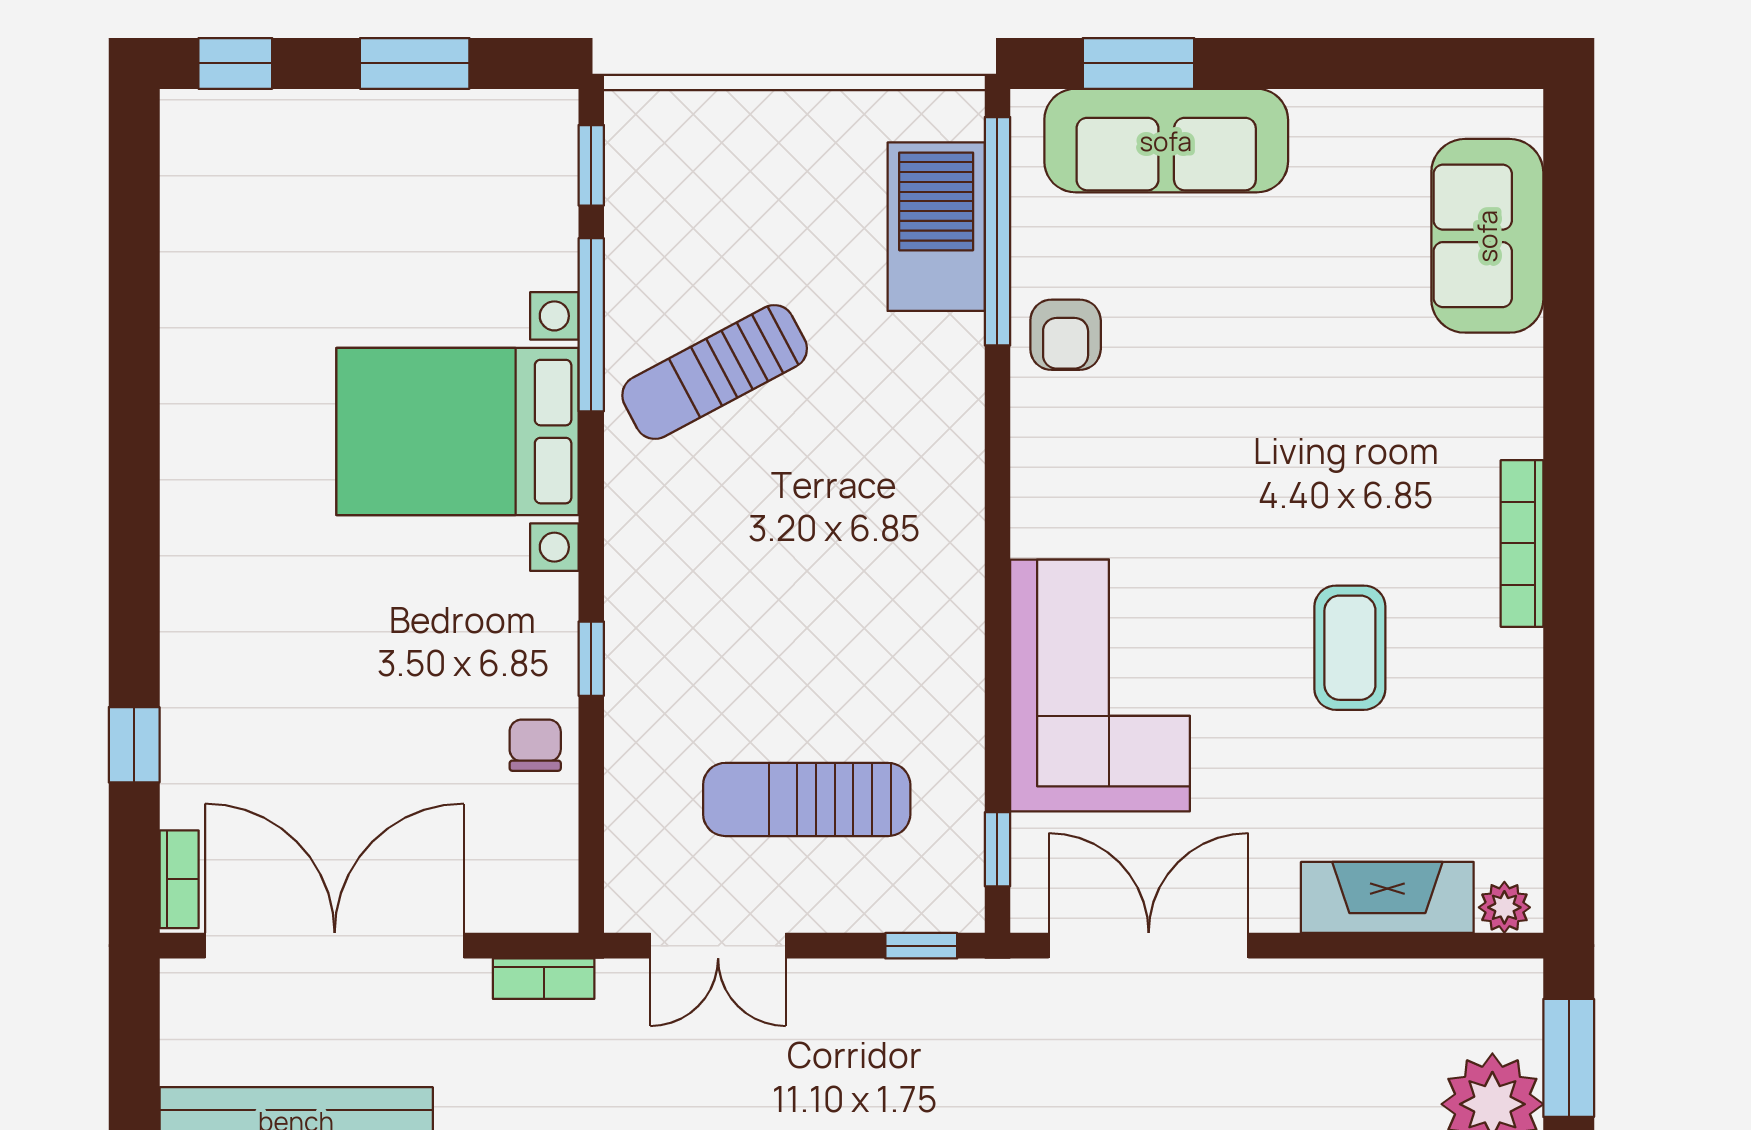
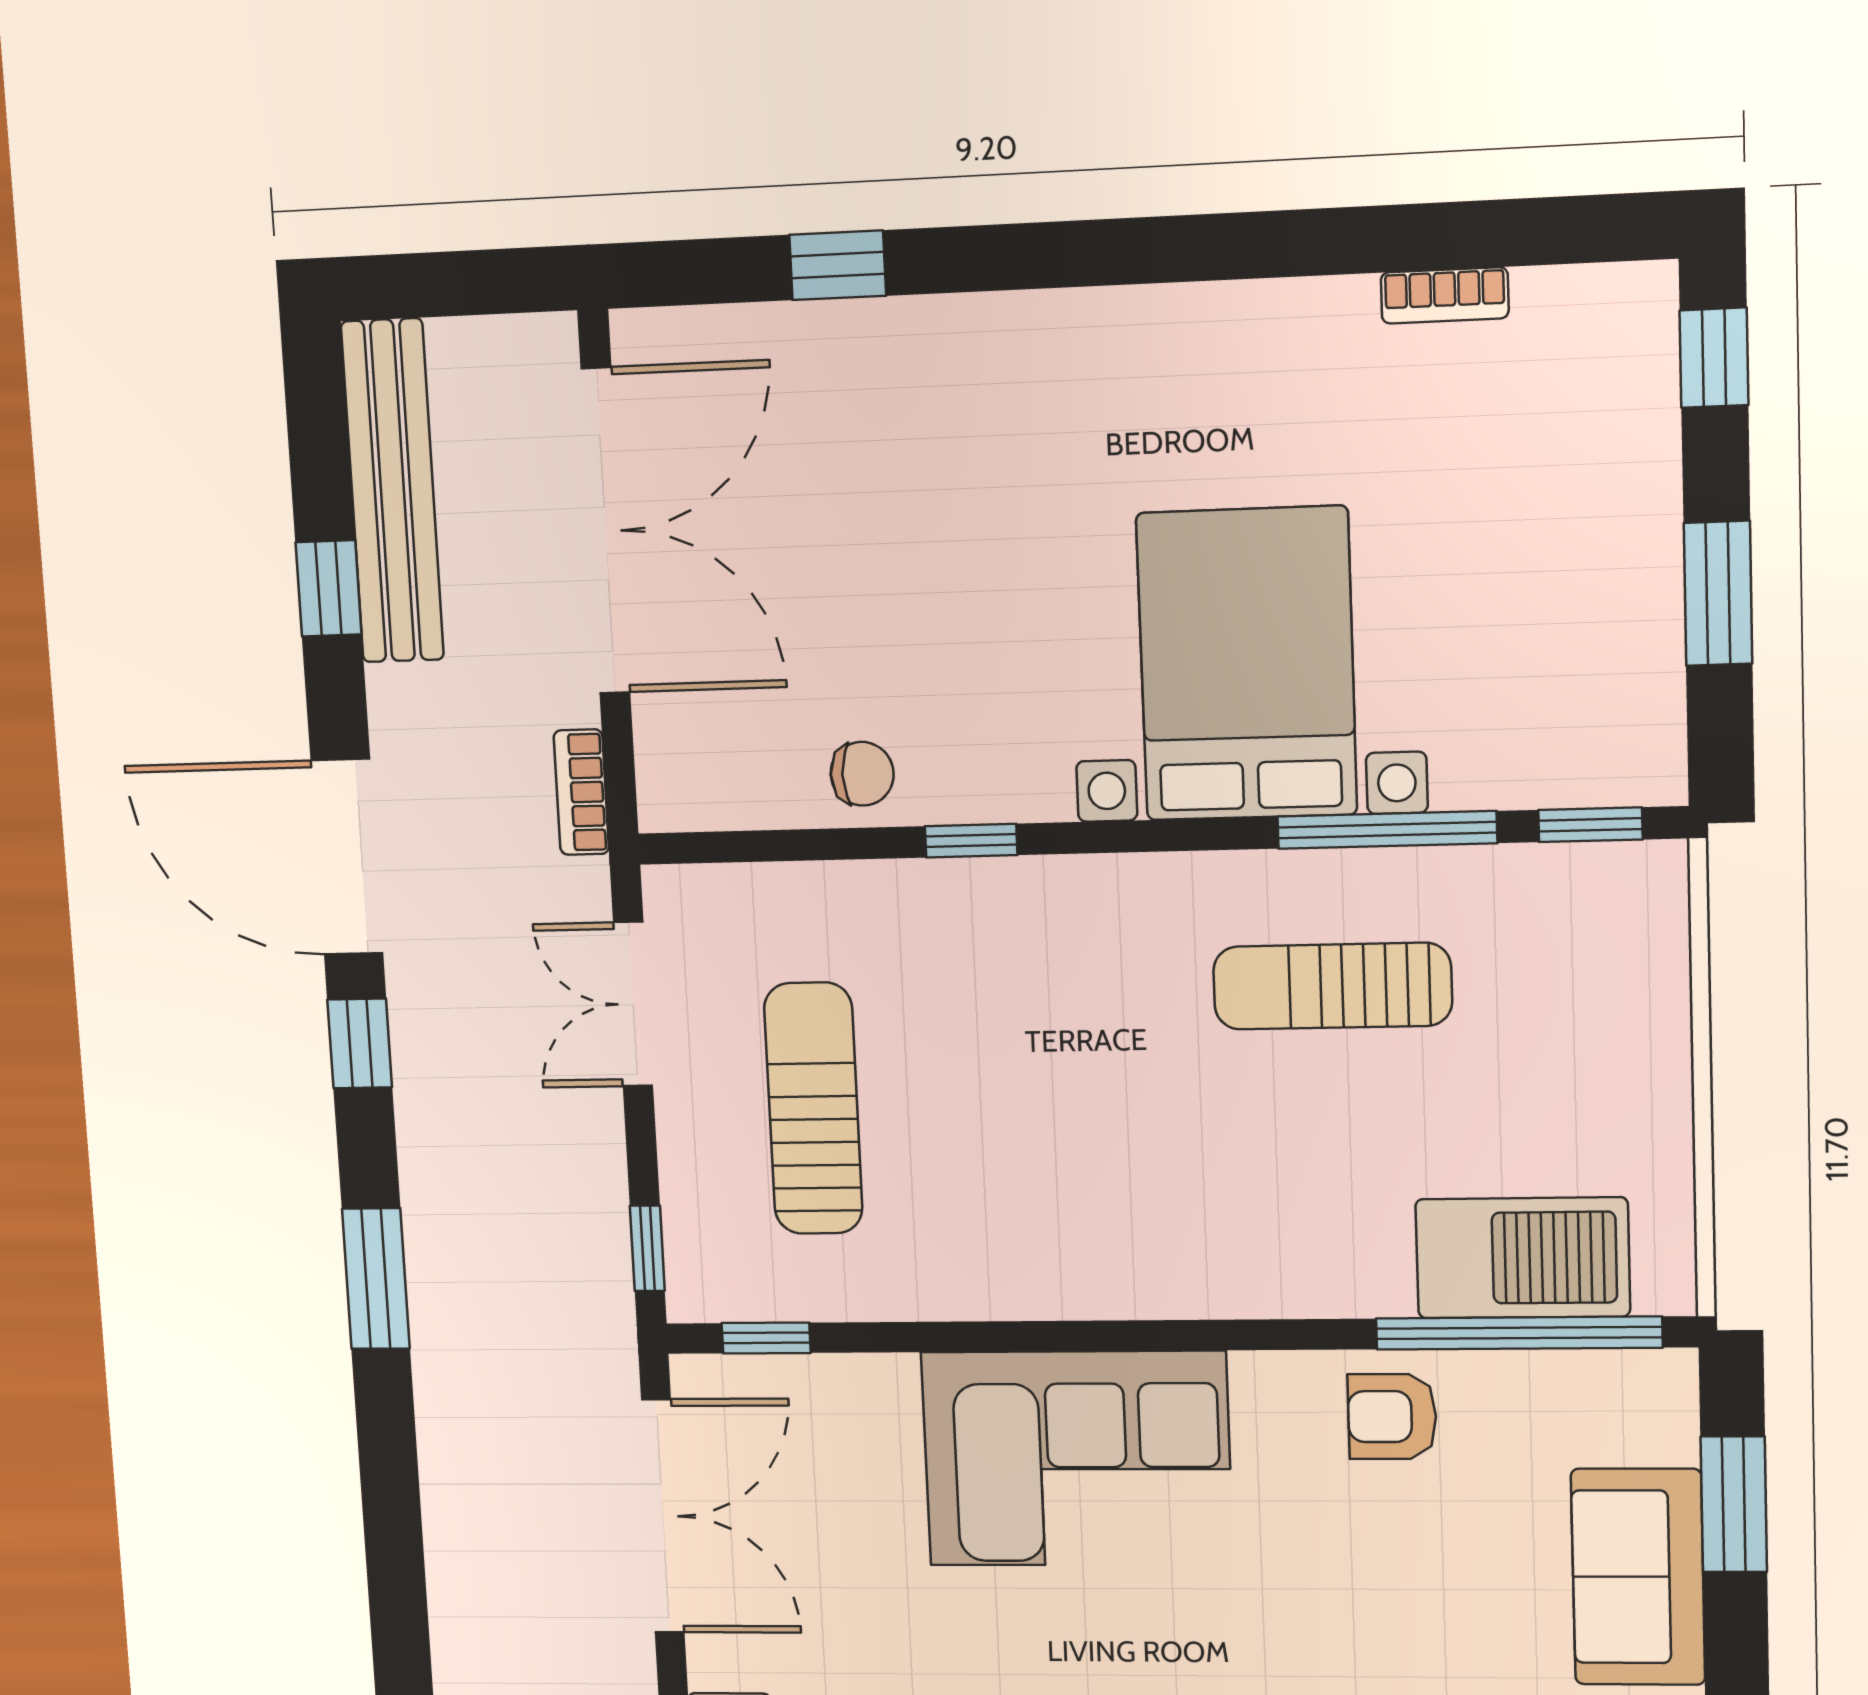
sofa: (1166, 141) -> (1638, 1577), width x0.73
sun lounger: (715, 372) -> (1332, 986), turned -62
corner sofa: (1100, 686) -> (1077, 1459), moved
bookcase: (179, 879) -> (1445, 295), moved

